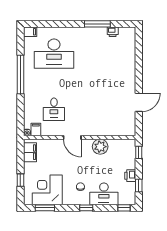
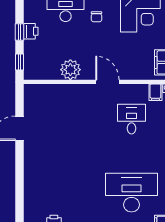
window: (139, 185) -> (19, 32), moved

